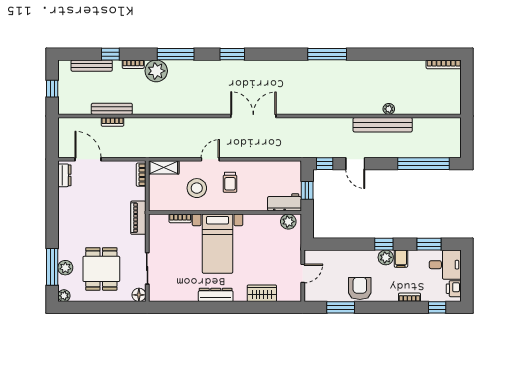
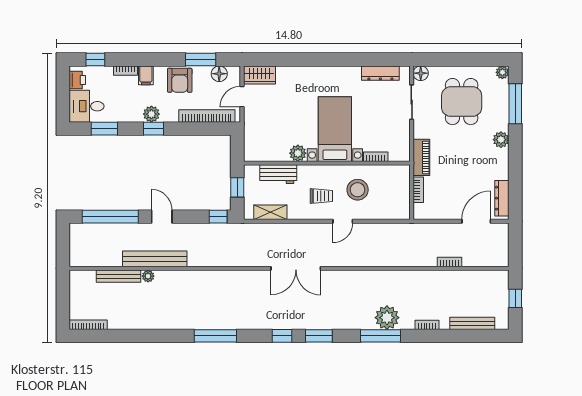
window: (110, 54) -> (282, 336), moved
plant: (156, 71) -> (387, 318), moved
bench: (112, 109) -> (119, 276), moved
door: (88, 159) -> (476, 221), swing flipped
door: (355, 164) -> (162, 217), moved
shelving: (164, 167) -> (270, 212), moved
dresser: (64, 175) -> (502, 198), width x1.44
bookcase: (141, 175) -> (418, 190), moved
trolley: (230, 182) -> (321, 196), turned 90
workbench: (284, 202) -> (278, 174), moved
plant: (288, 222) -> (298, 153), moved
bookcase: (335, 256) -> (207, 116), added
filing cabinet: (401, 259) -> (146, 75), moved, turned 180
plant: (65, 268) -> (501, 140), moved
wardrobe: (262, 293) -> (259, 75), moved
floor lamp: (324, 294) -> (219, 74), added
dresser: (216, 295) -> (380, 73), moved

